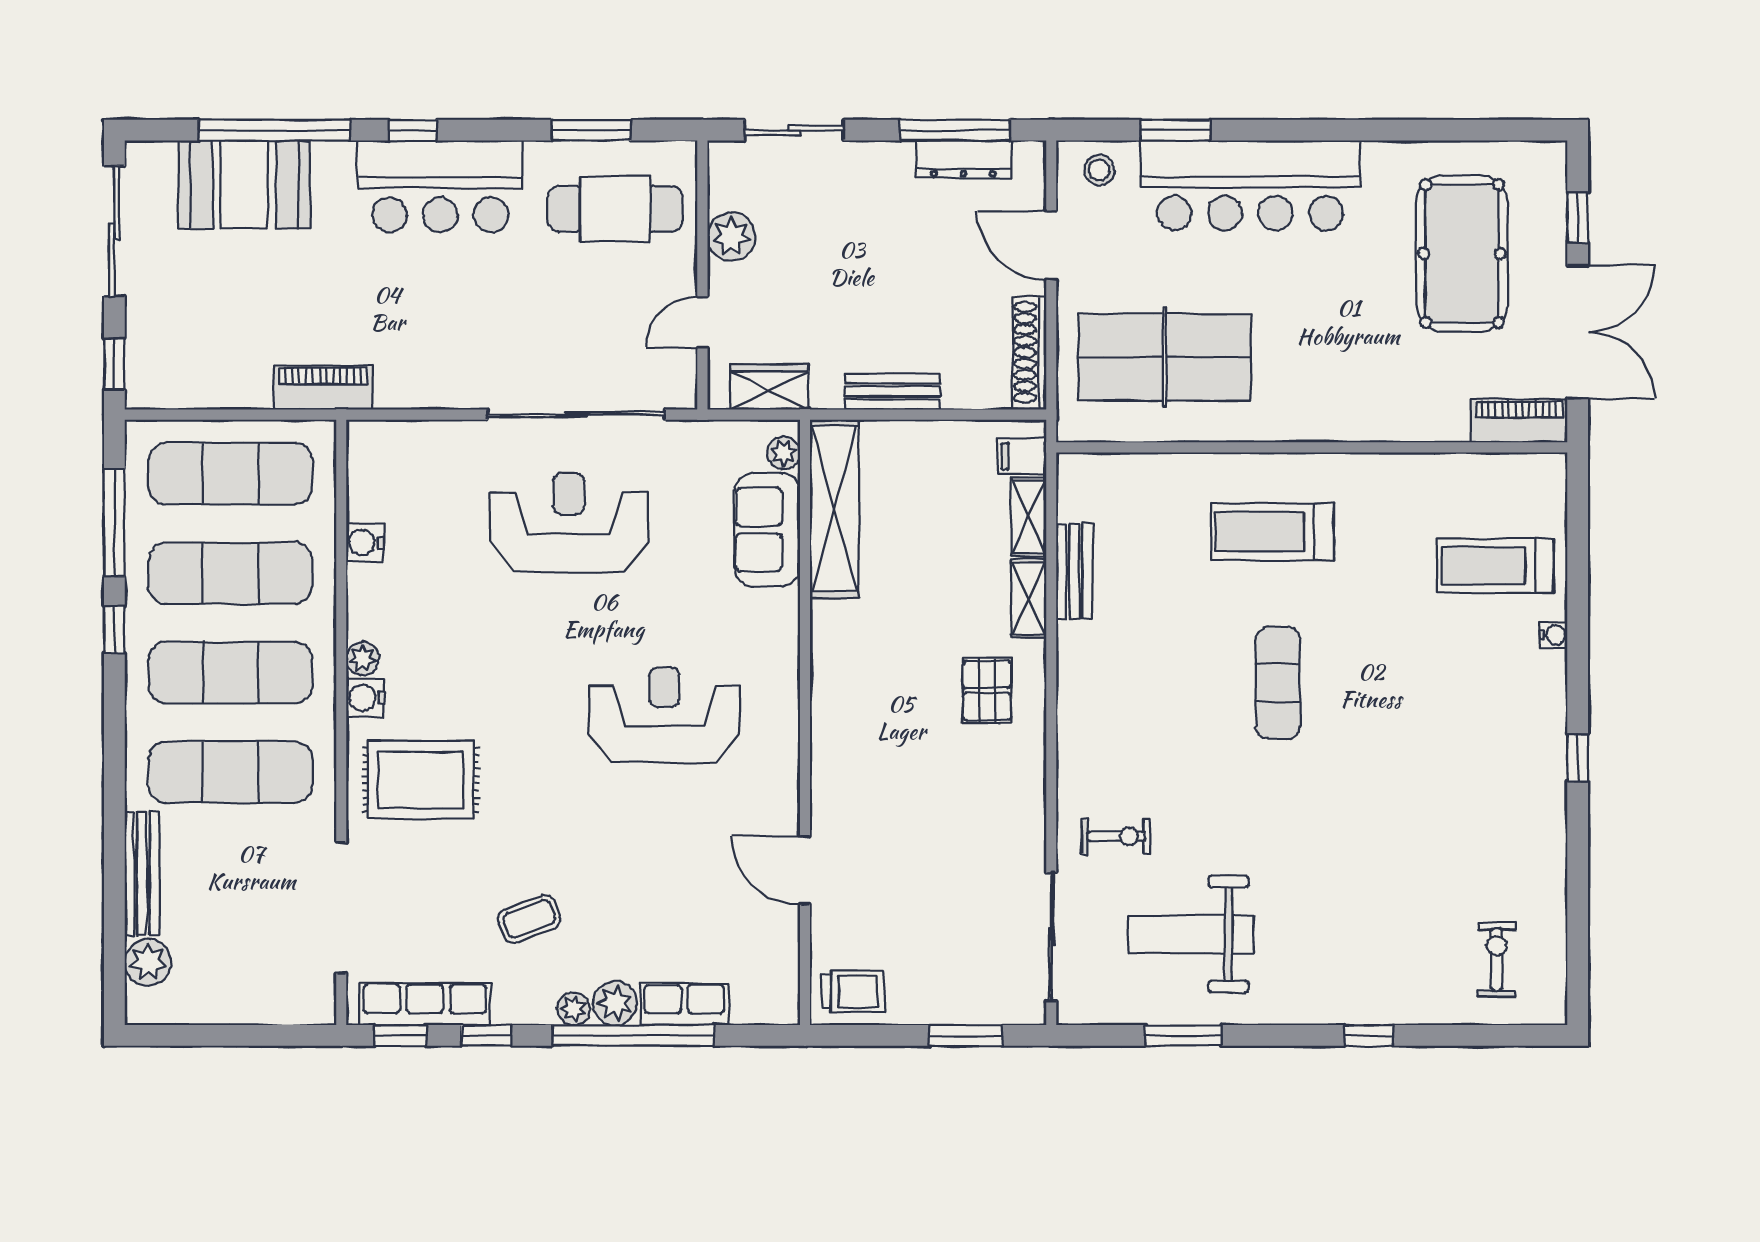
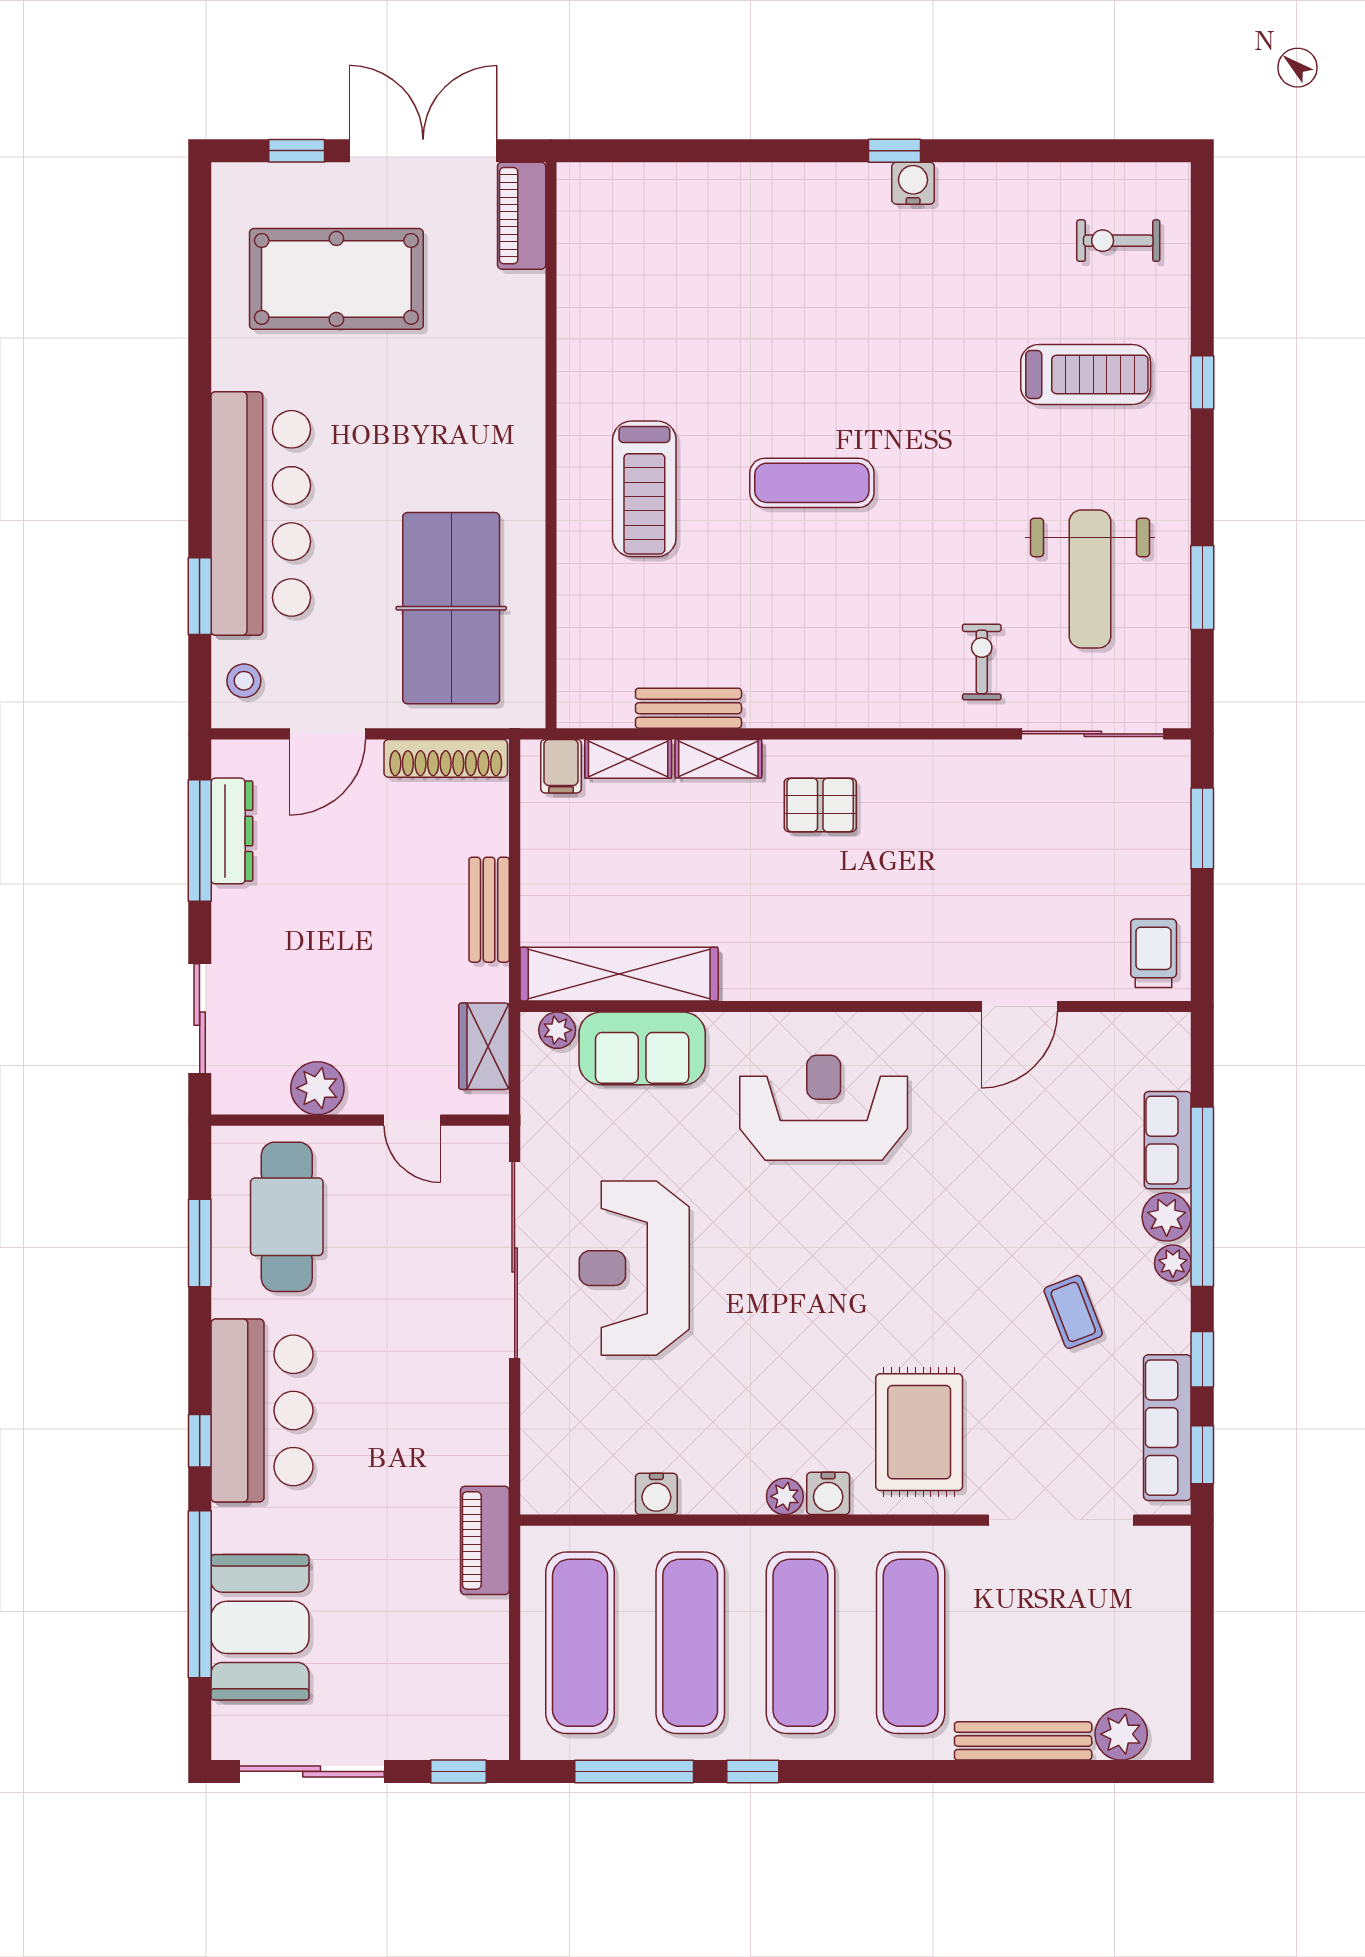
treadmill: (1495, 566) -> (1086, 374), moved, turned -90
water cooler: (1554, 635) -> (913, 183), moved, width x1.38, depth x1.38
reception desk: (664, 715) -> (824, 1108), moved, turned 90

